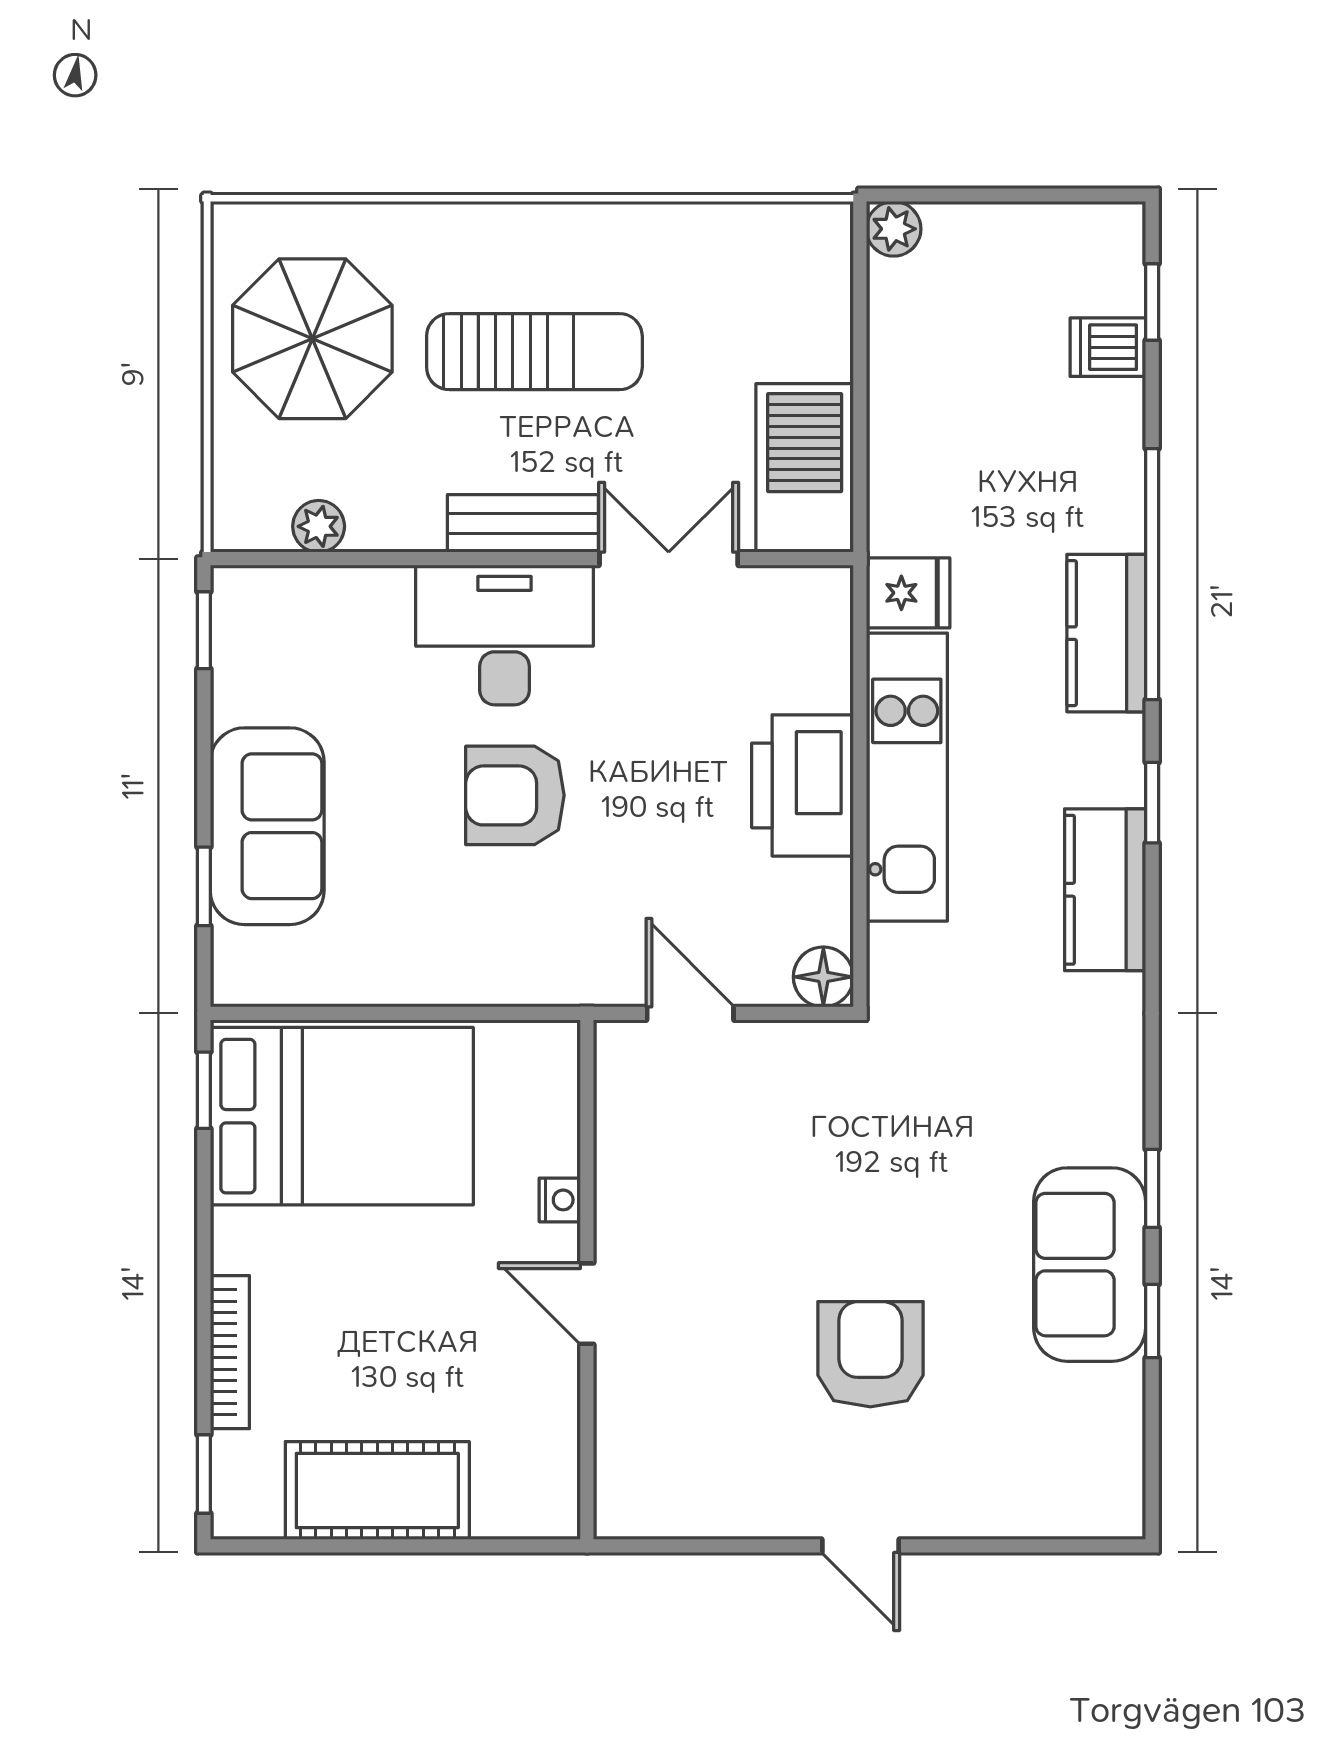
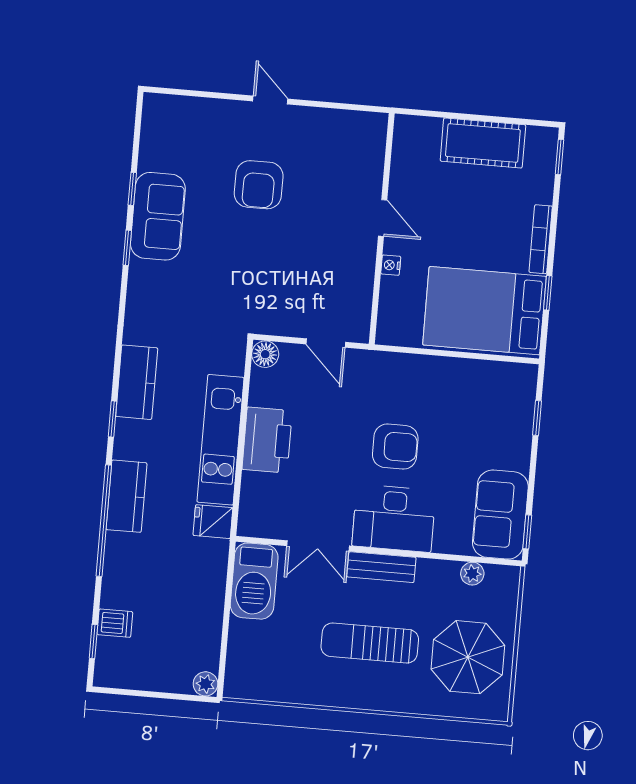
sofa: (267, 826) -> (500, 515), moved
window: (204, 1090) -> (548, 293), moved
bookcase: (230, 1352) -> (541, 239), moved

